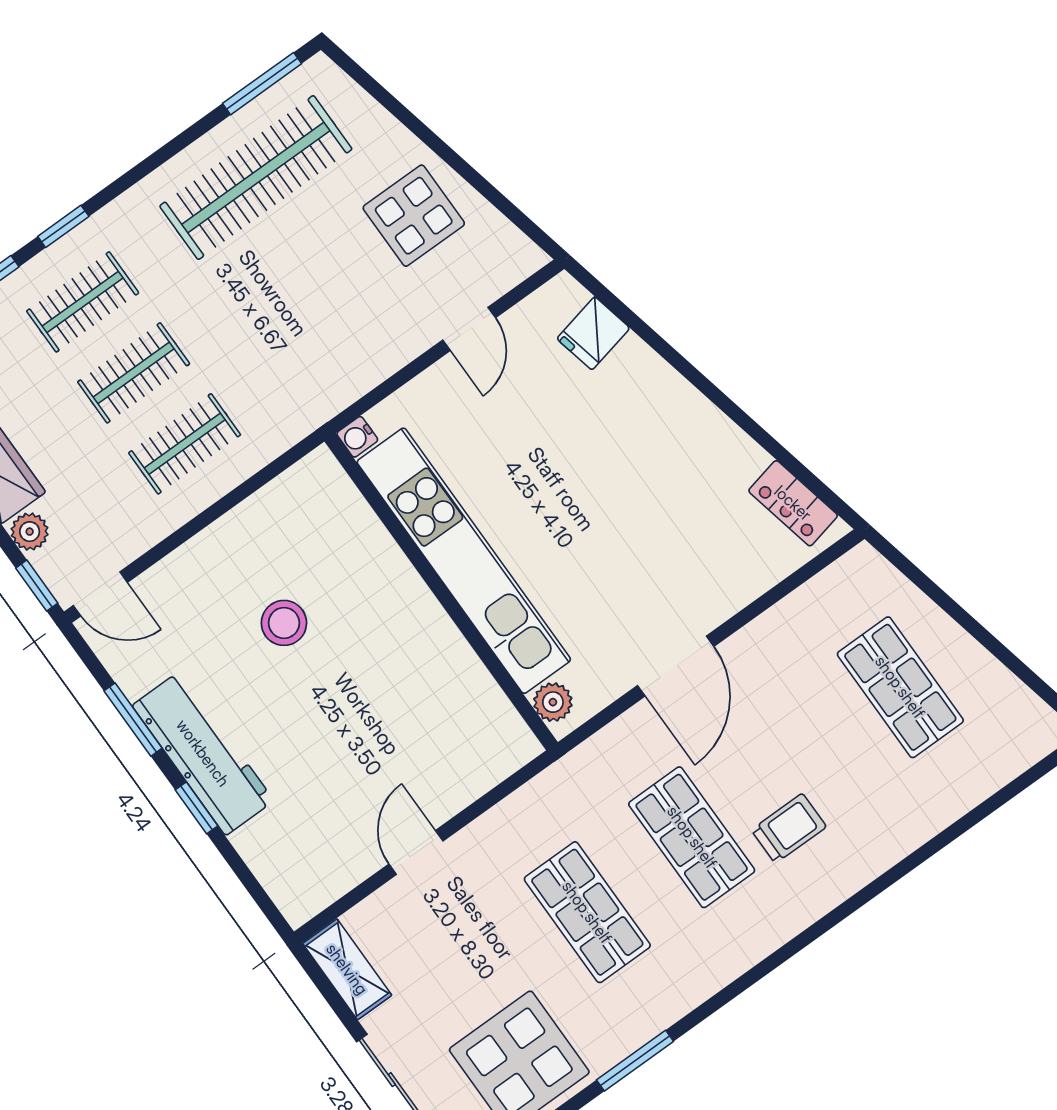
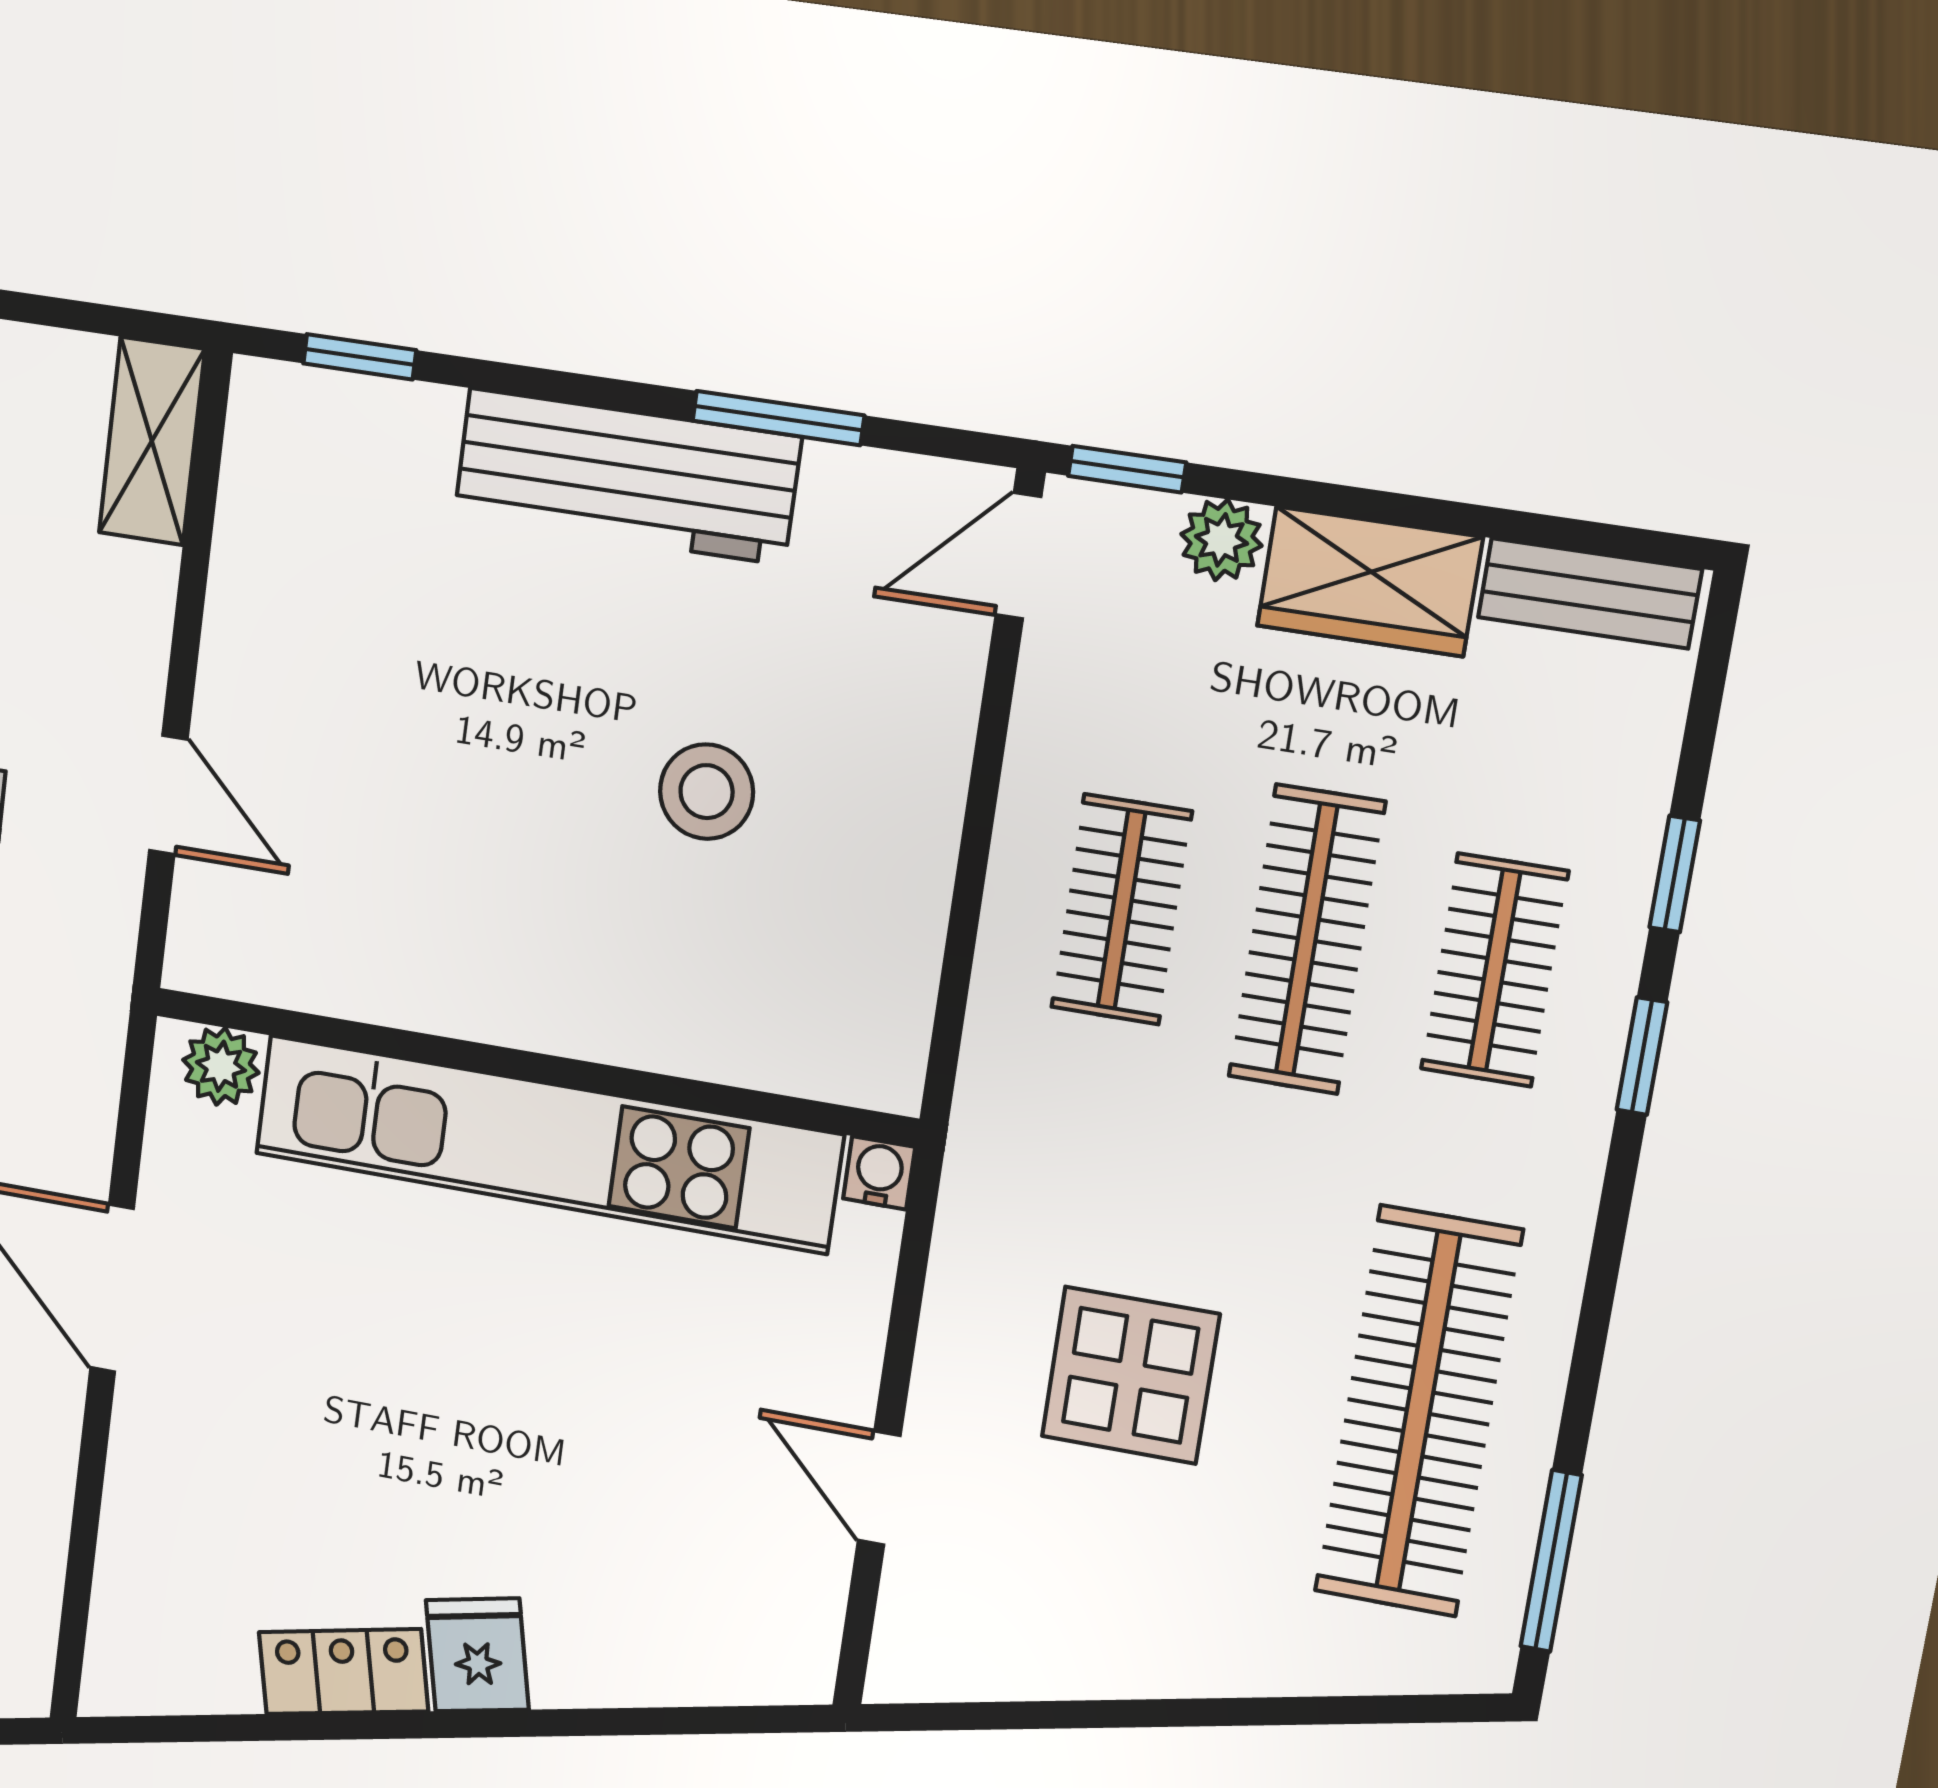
display table: (414, 216) -> (1130, 1375), moved
fridge: (593, 333) -> (477, 1655), moved
clothes rail: (134, 373) -> (1307, 940), width x1.36
locker: (793, 503) -> (343, 1672), moved
window: (197, 808) -> (360, 357), moved
door: (416, 853) -> (168, 795), moved
shelving: (347, 969) -> (152, 441), moved, turned 90

